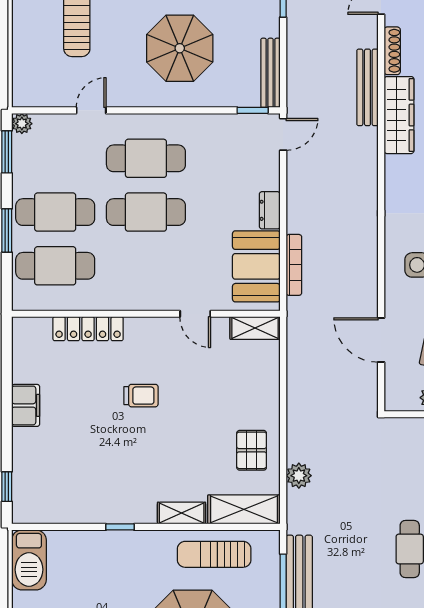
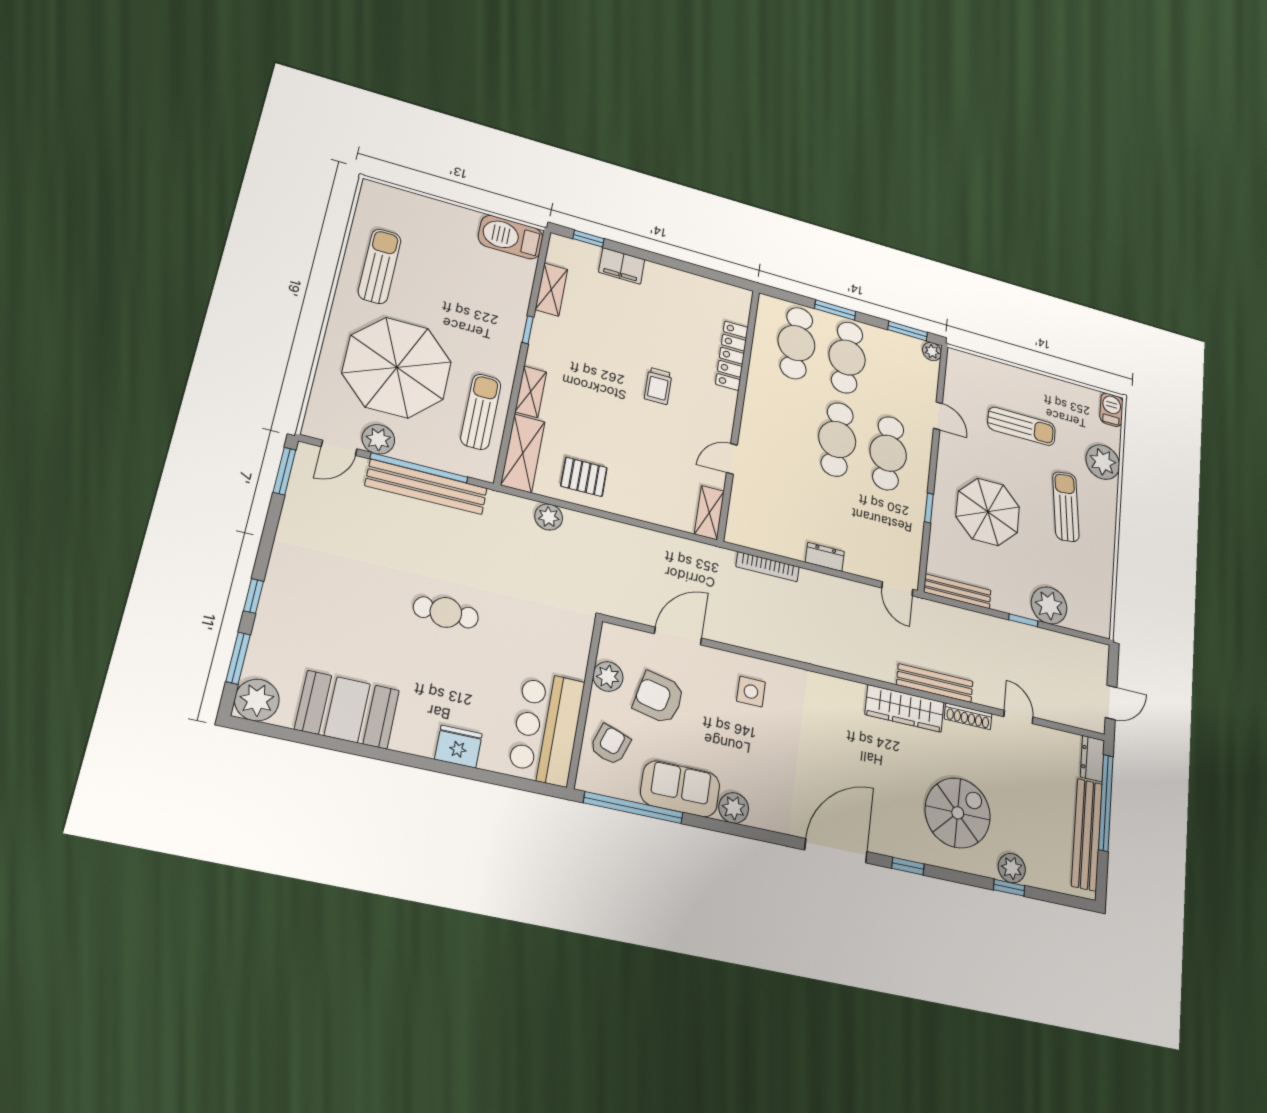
window: (253, 110) -> (929, 508), moved
booth: (256, 266) -> (771, 530), removed
filing cabinet: (26, 405) -> (622, 266), moved
shelving: (72, 512) -> (551, 289), added

